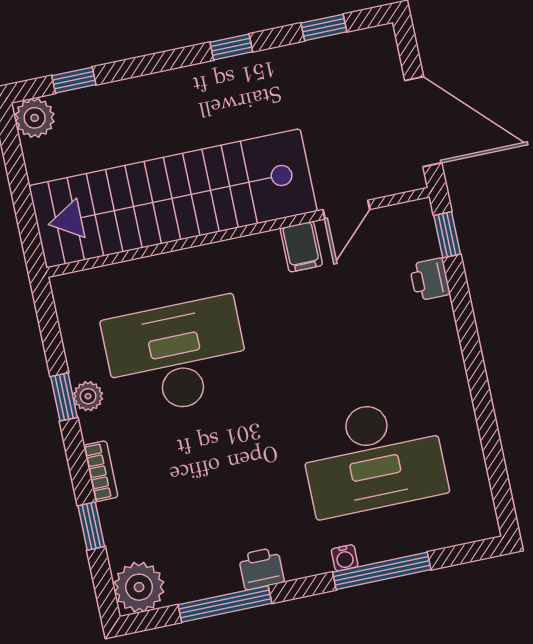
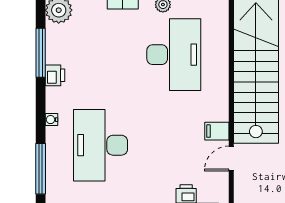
door: (346, 210) -> (231, 158), hinge flipped
window: (382, 571) -> (41, 169), moved

